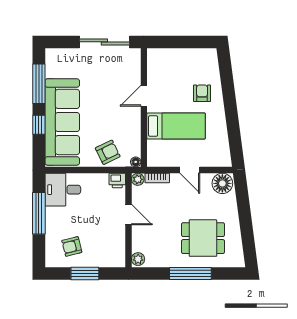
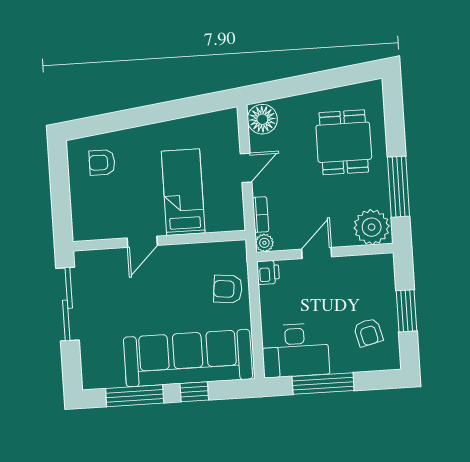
armchair: (202, 93) -> (102, 162), moved
door: (144, 96) -> (142, 242), hinge flipped
armchair: (108, 152) -> (228, 289), turned -58
floor lamp: (136, 162) -> (239, 247), removed
desk: (63, 190) -> (295, 350), width x1.37
plant: (138, 259) -> (372, 227), width x1.88, depth x1.88
window: (190, 274) -> (398, 187), moved

